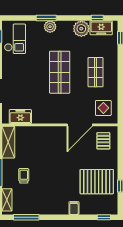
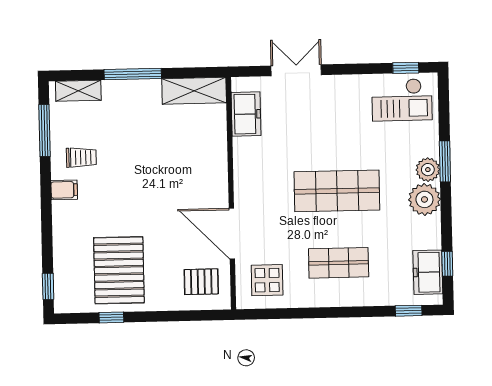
plant: (81, 29) -> (424, 199), moved
trolley: (24, 176) -> (81, 157), moved
filing cabinet: (74, 208) -> (64, 190), moved

